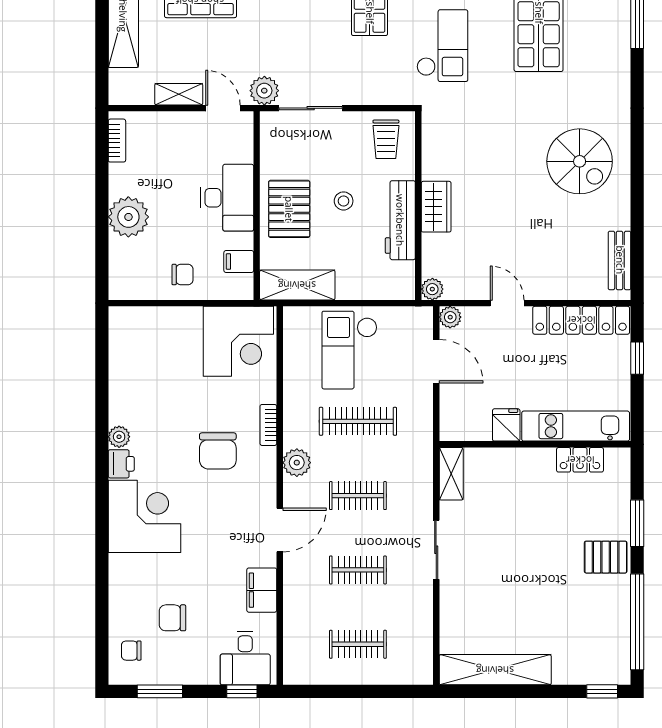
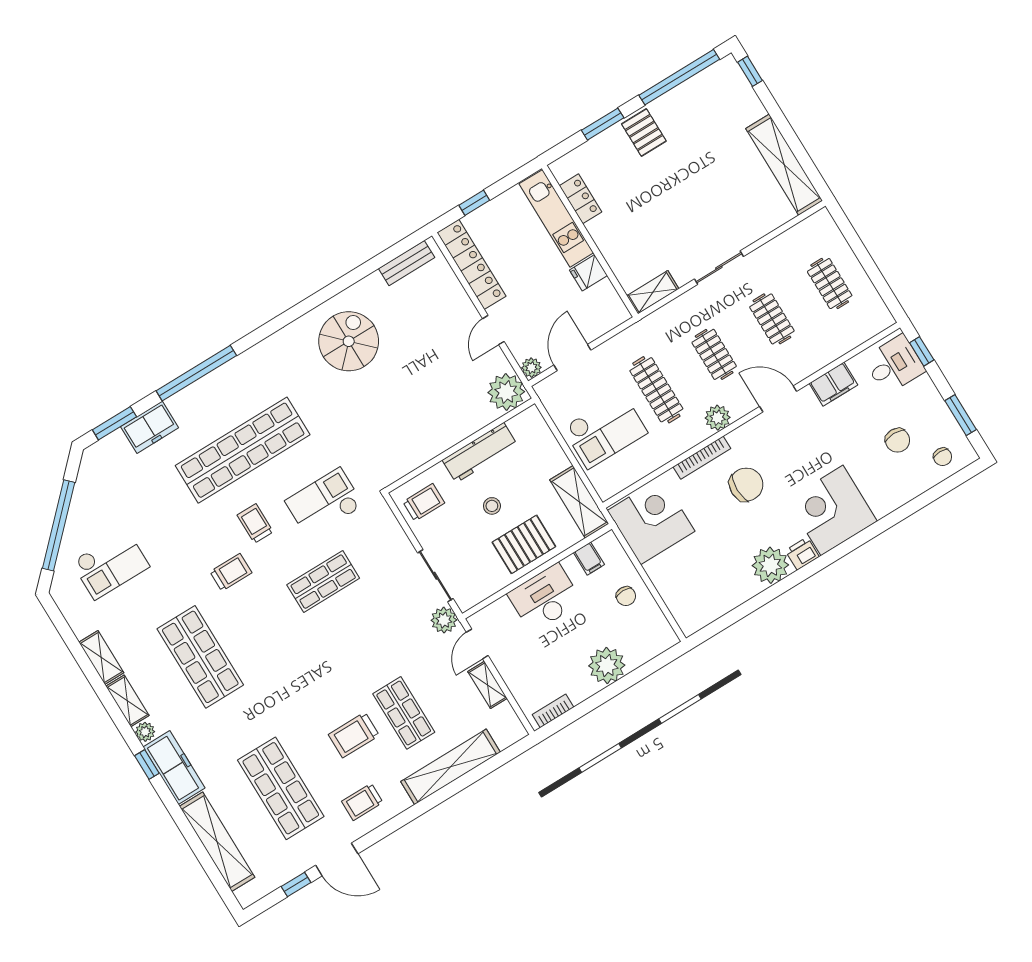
wardrobe: (436, 207) -> (452, 431), removed
chair: (182, 275) -> (626, 596), turned 180
plant: (432, 289) -> (506, 392), width x1.88, depth x1.88
bookcase: (268, 425) -> (702, 458), width x1.56
plant: (119, 437) -> (770, 565), width x1.87, depth x1.87

